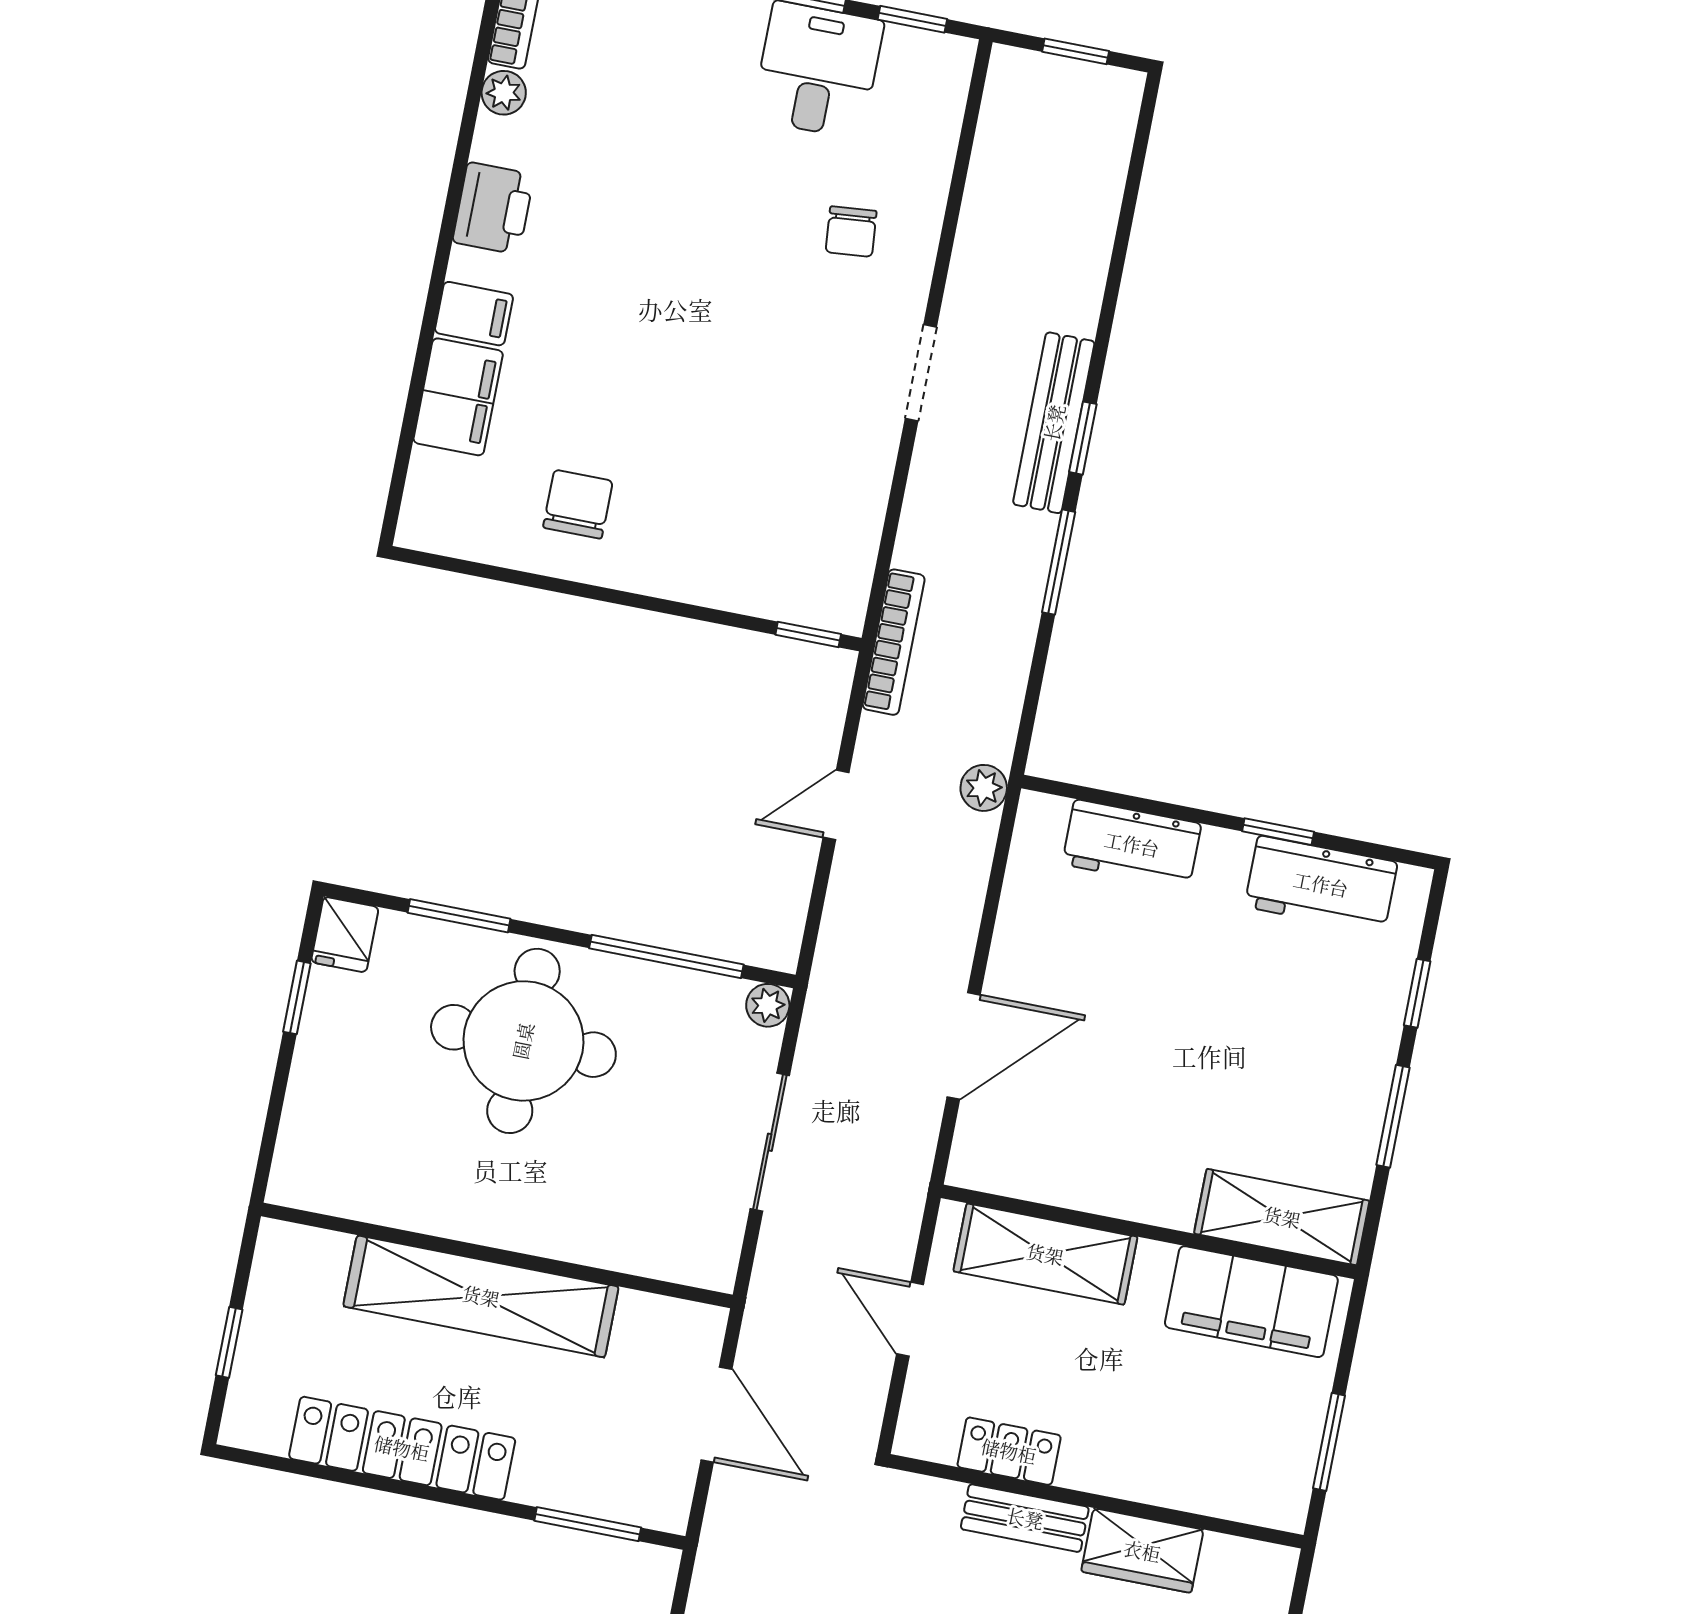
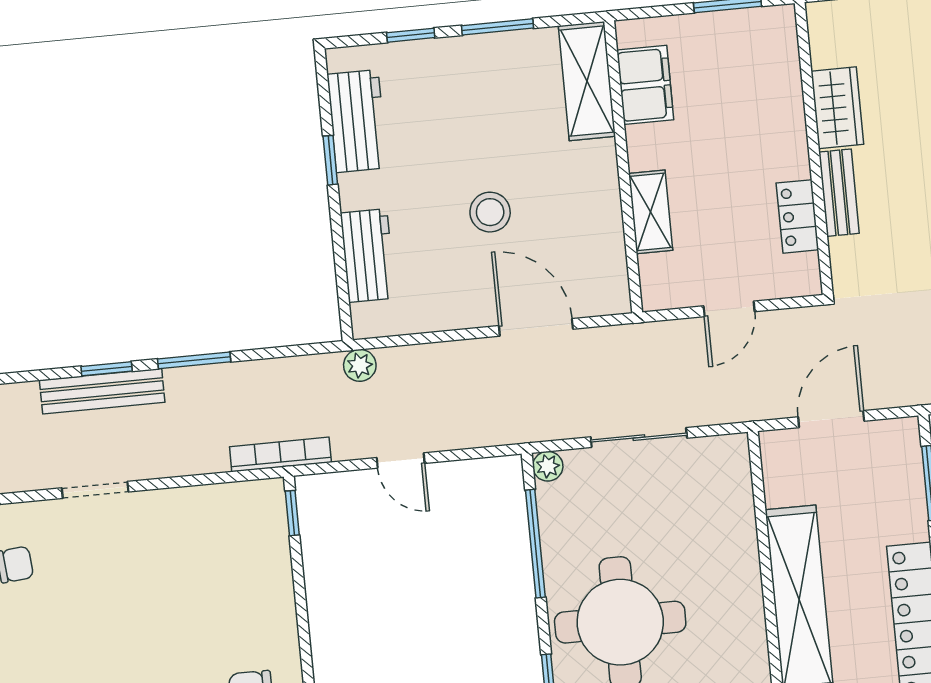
stool: (1141, 1030) -> (490, 212), added
shelving: (1045, 1254) -> (651, 212), width x0.67, depth x0.75
filing cabinet: (1251, 1302) -> (645, 85), width x0.67, depth x0.86

